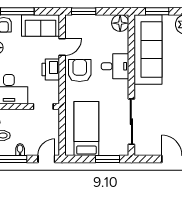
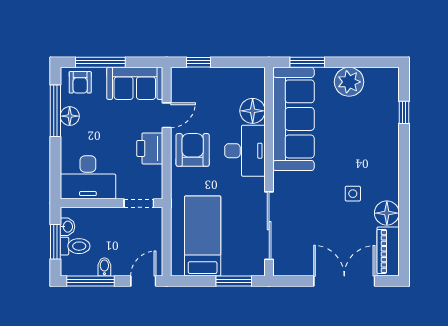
window: (84, 11) -> (198, 62), width x0.67
floor lamp: (120, 23) -> (253, 111), moved
desk: (115, 66) -> (245, 151), width x1.37

